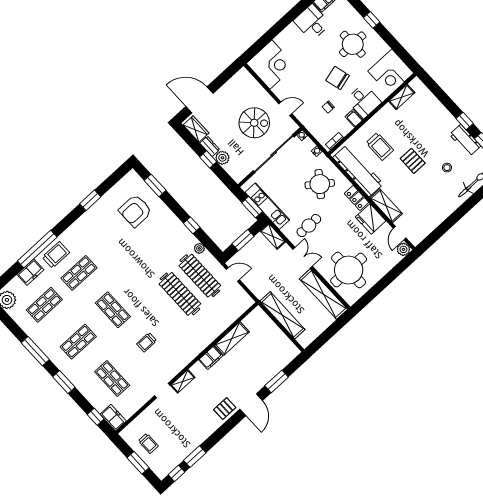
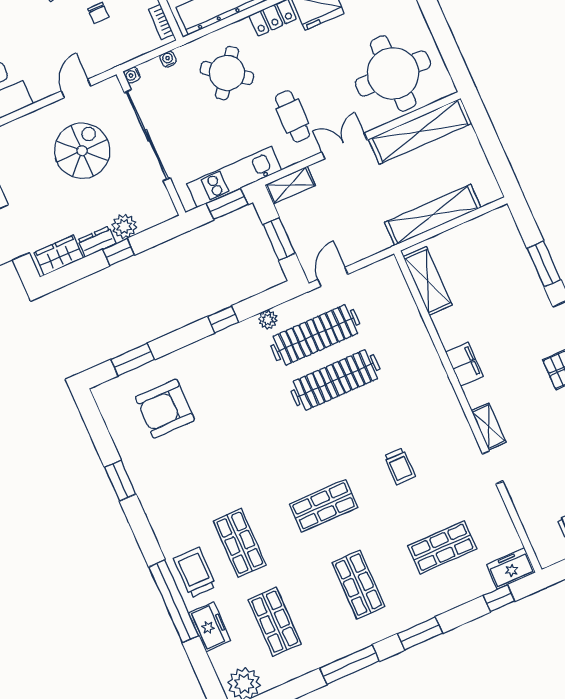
armchair: (135, 211) -> (165, 409), turned 90
shelving: (232, 338) -> (428, 281), moved

